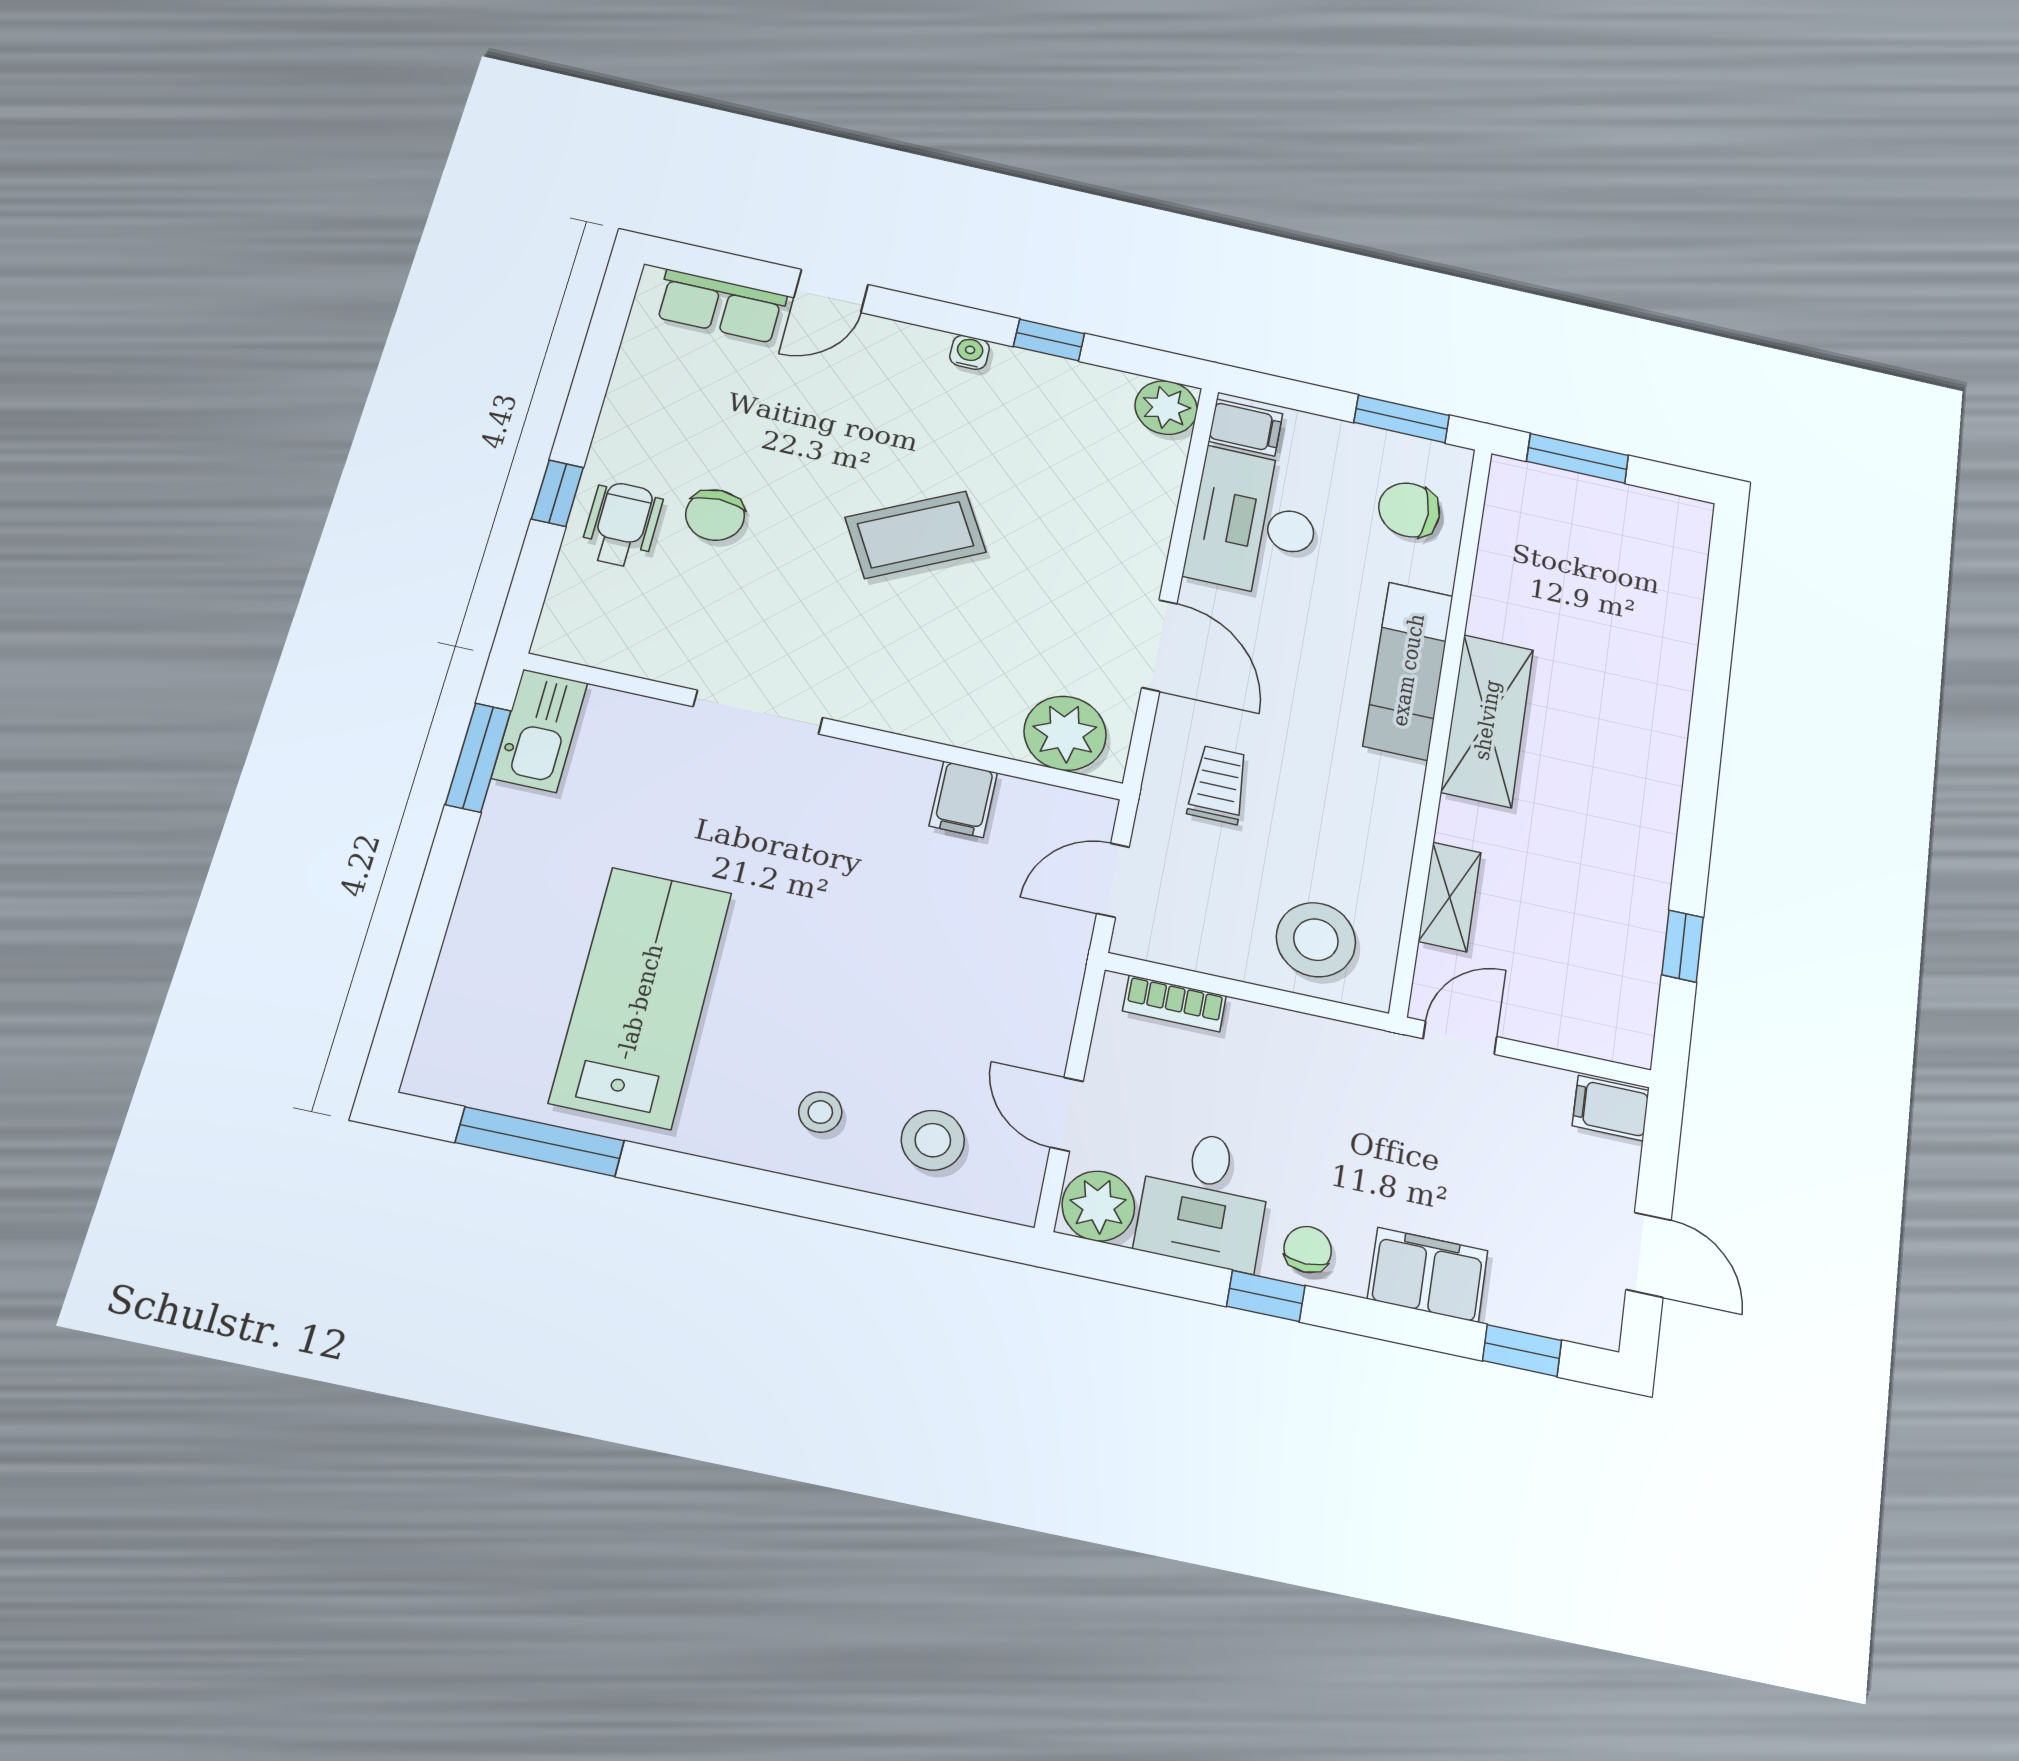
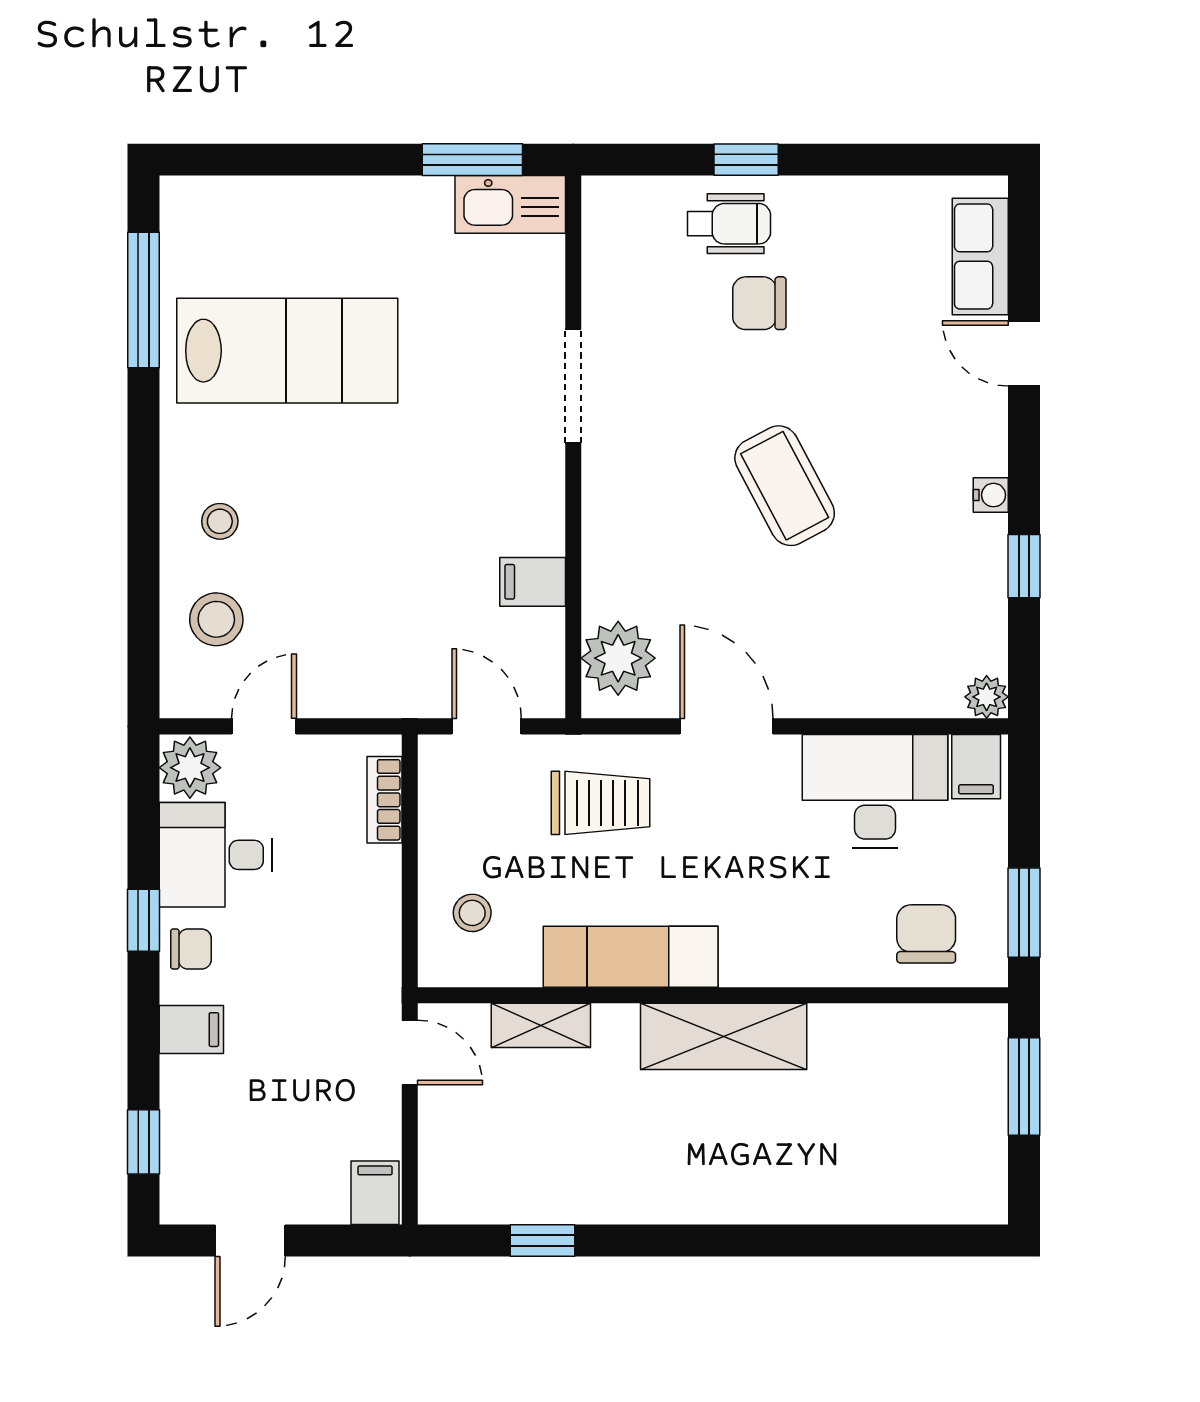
plant: (1166, 408) -> (987, 697), width x0.73, depth x0.73
door: (1159, 645) -> (726, 726), swing flipped
exam couch: (1408, 670) -> (631, 957), moved
trolley: (1218, 785) -> (600, 803), width x1.36, depth x1.39
stool: (1316, 940) -> (472, 913), width x0.53, depth x0.53
filing cabinet: (1428, 1275) -> (191, 1030), width x0.50

